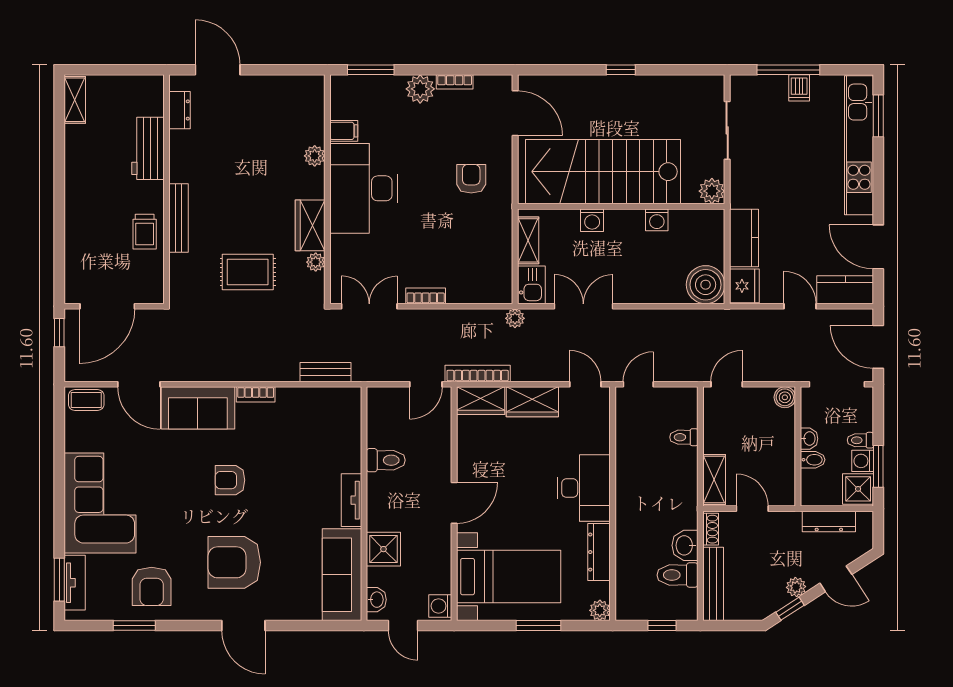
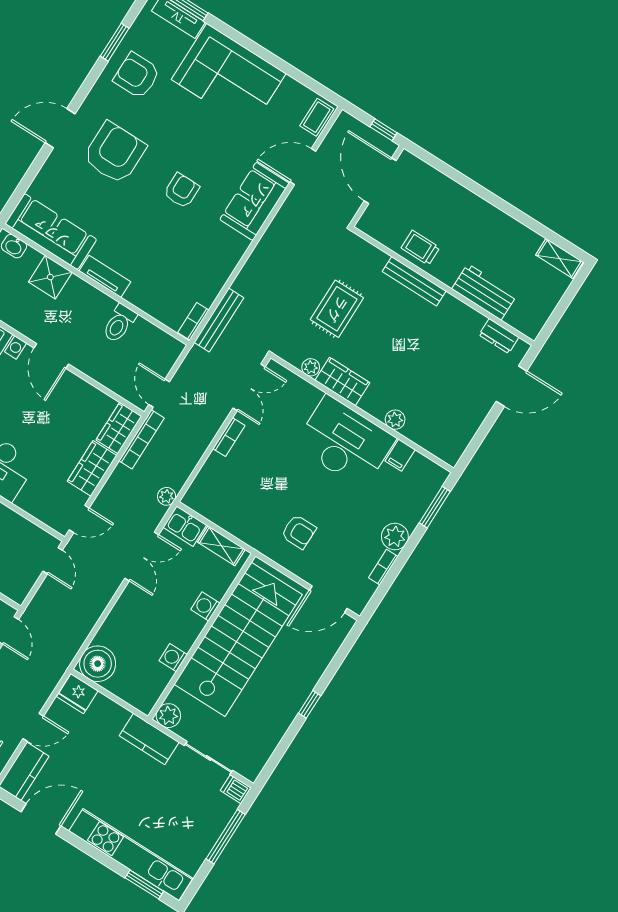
dishwasher: (799, 88) -> (236, 789), moved
kitchen counter: (744, 238) -> (149, 739), moved
bench: (326, 372) -> (219, 320), width x1.36
bookcase: (256, 394) -> (193, 321), moved

